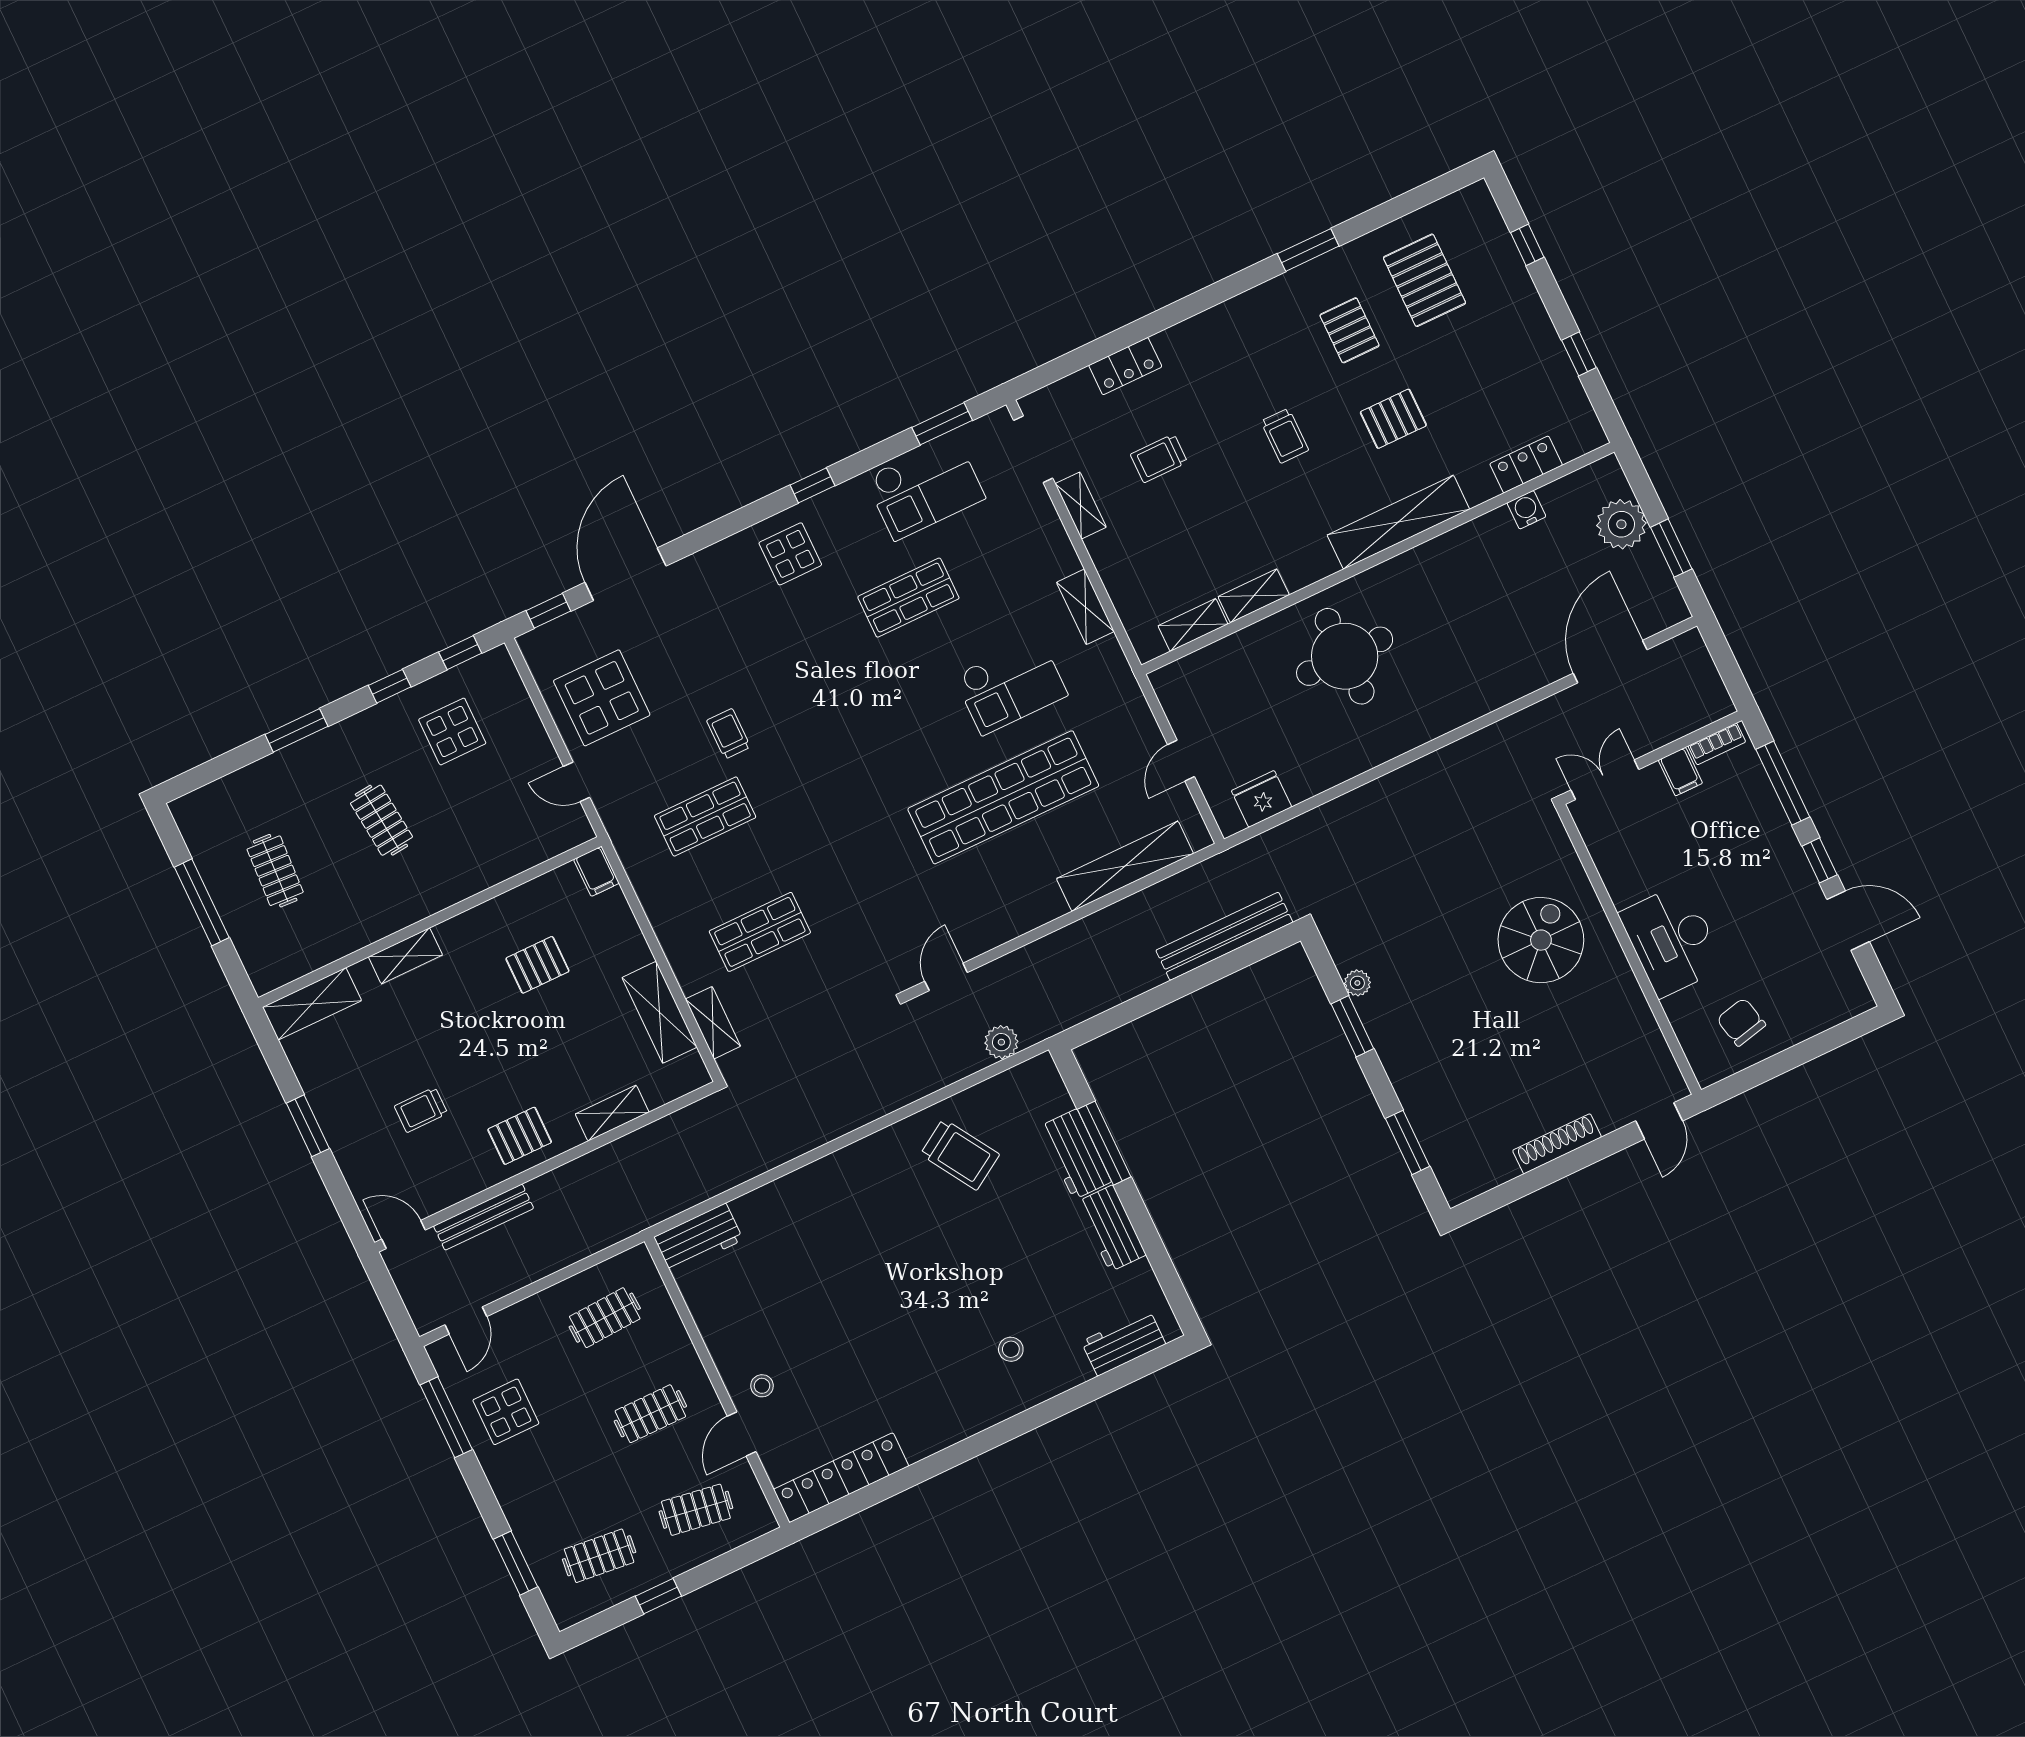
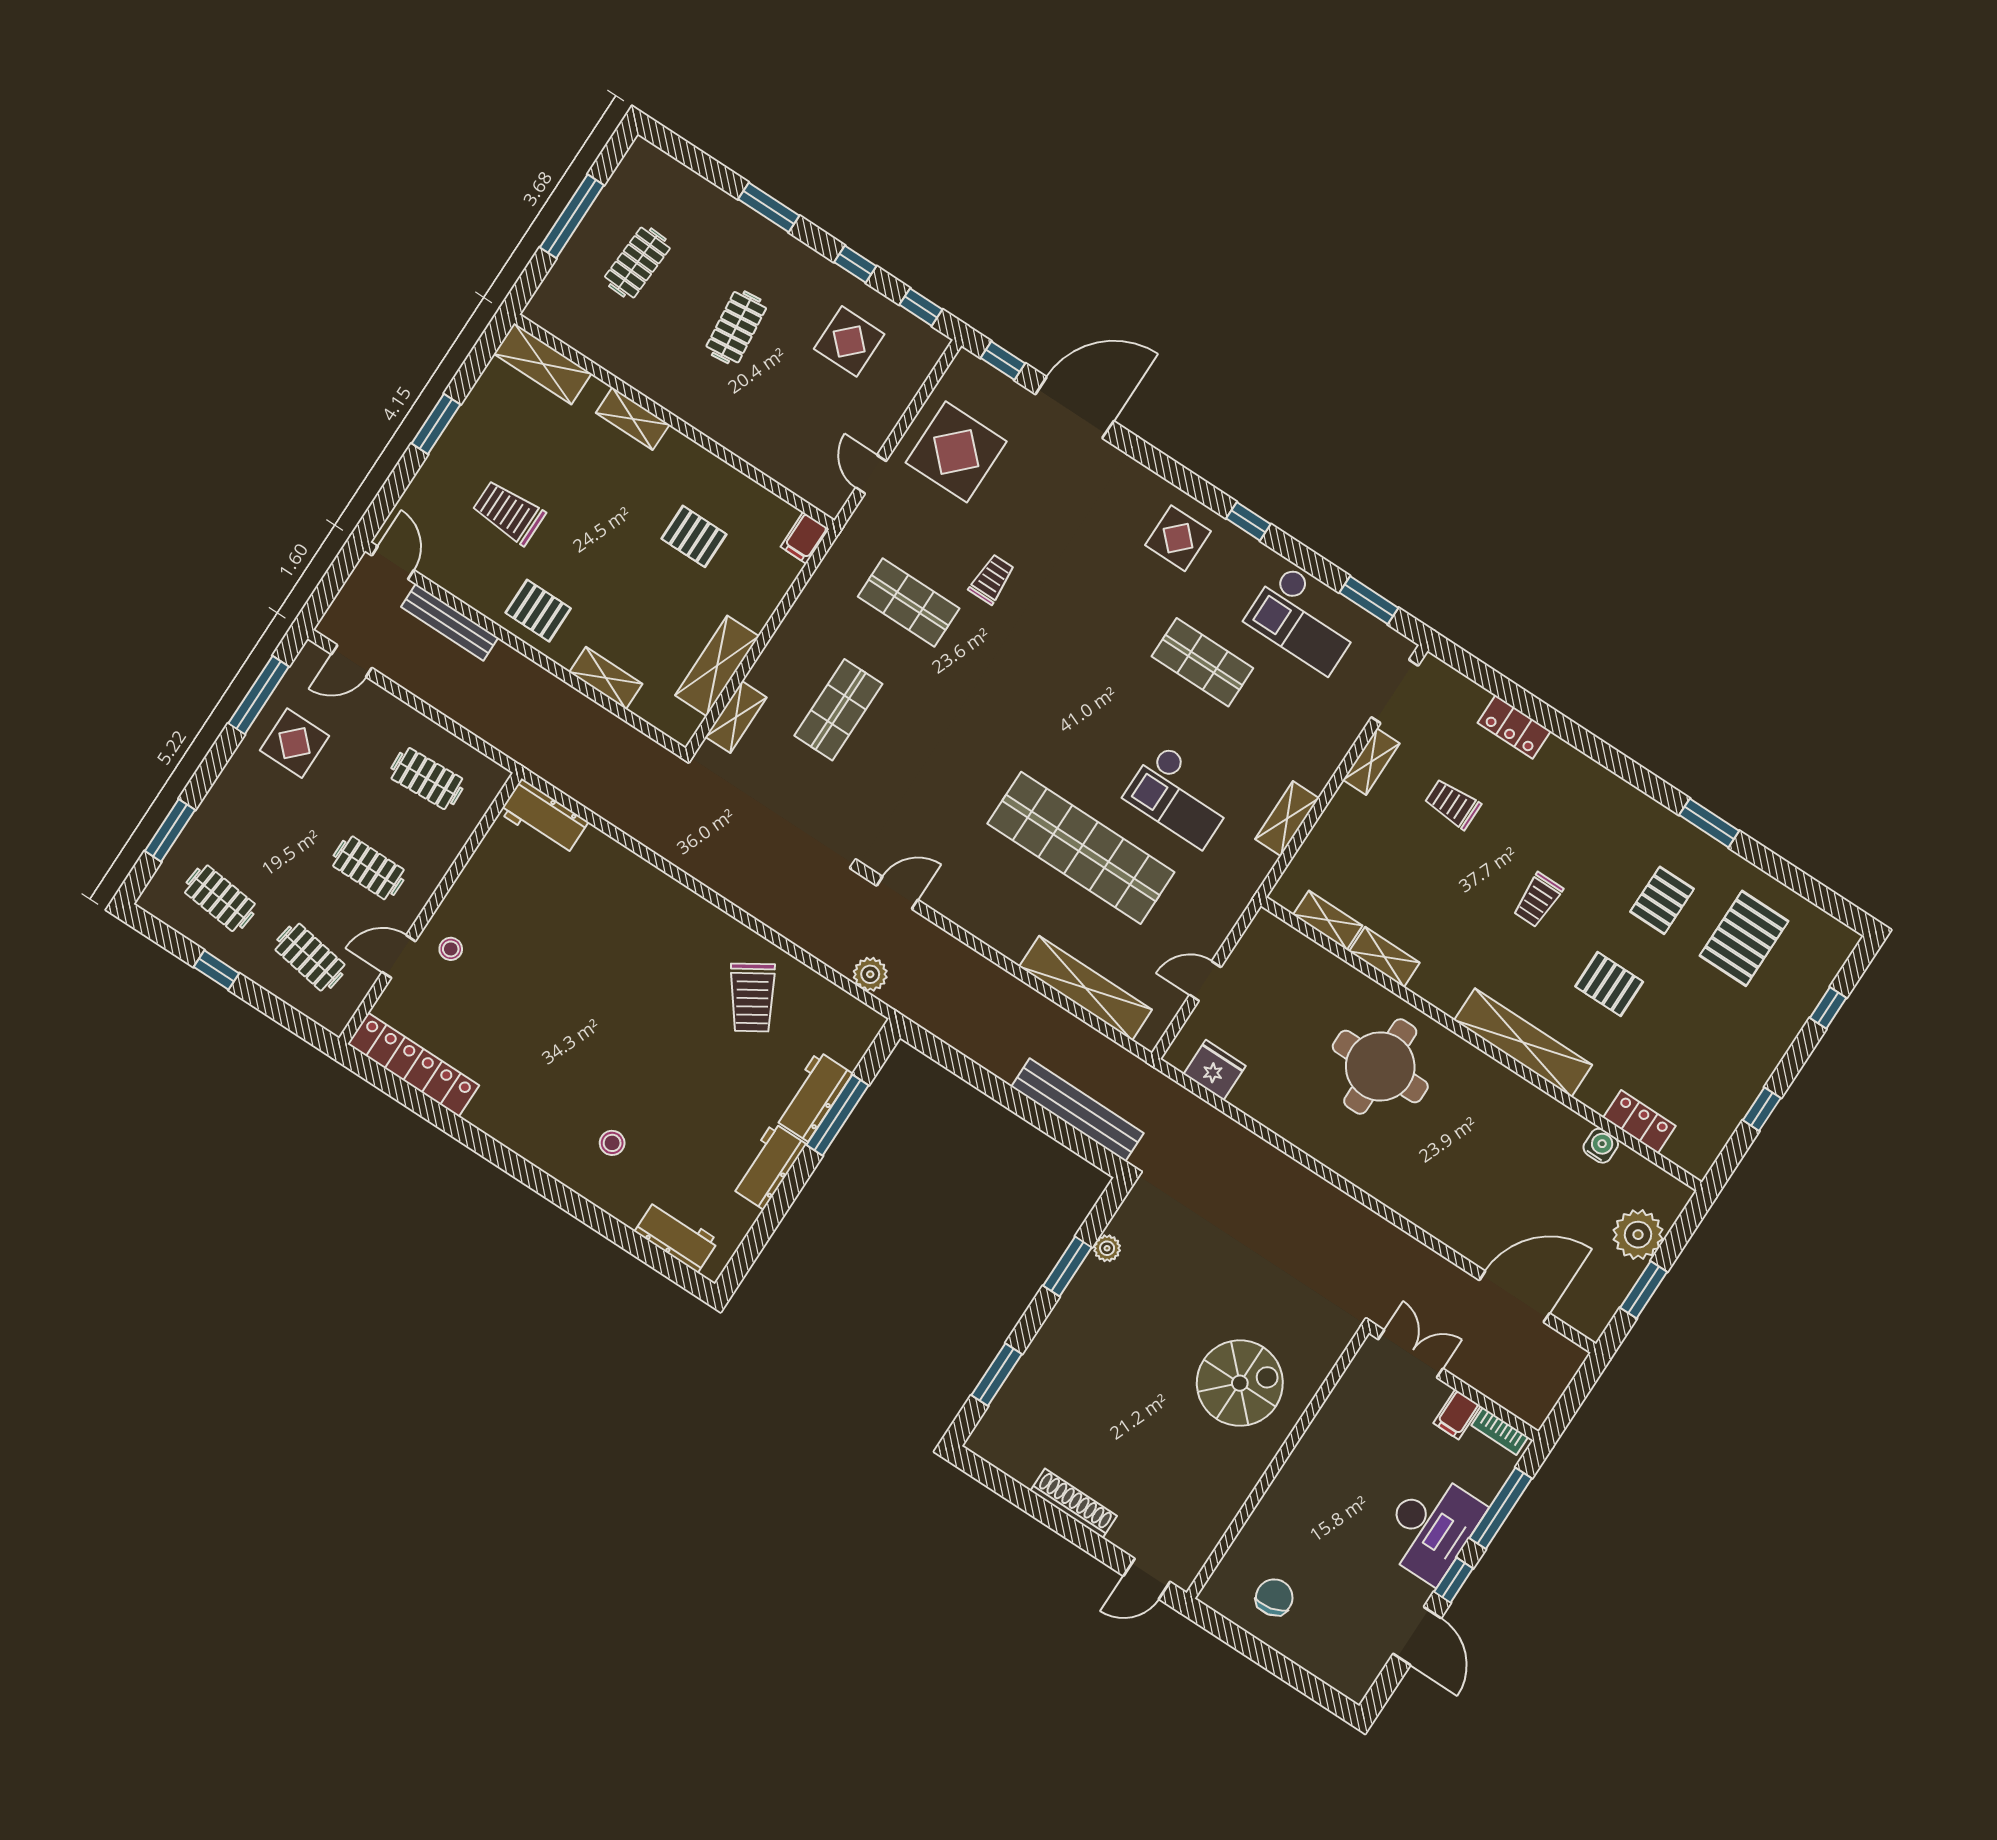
shop shelf: (760, 932) -> (838, 710), turned 90
desk: (1672, 940) -> (1431, 1527), moved, turned 180
trolley: (421, 1110) -> (509, 512), width x1.36, depth x1.39

